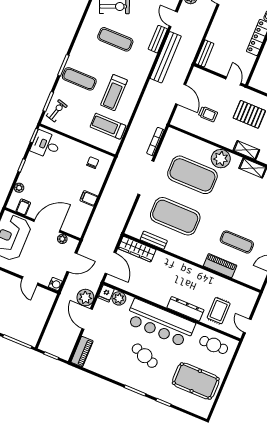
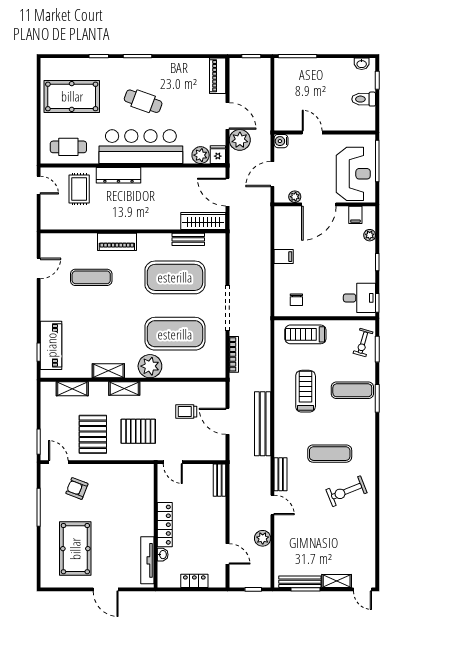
bench: (166, 57) -> (263, 424), moved
treadmill: (108, 126) -> (305, 334), moved, turned 180
piano: (220, 266) -> (117, 242), moved

